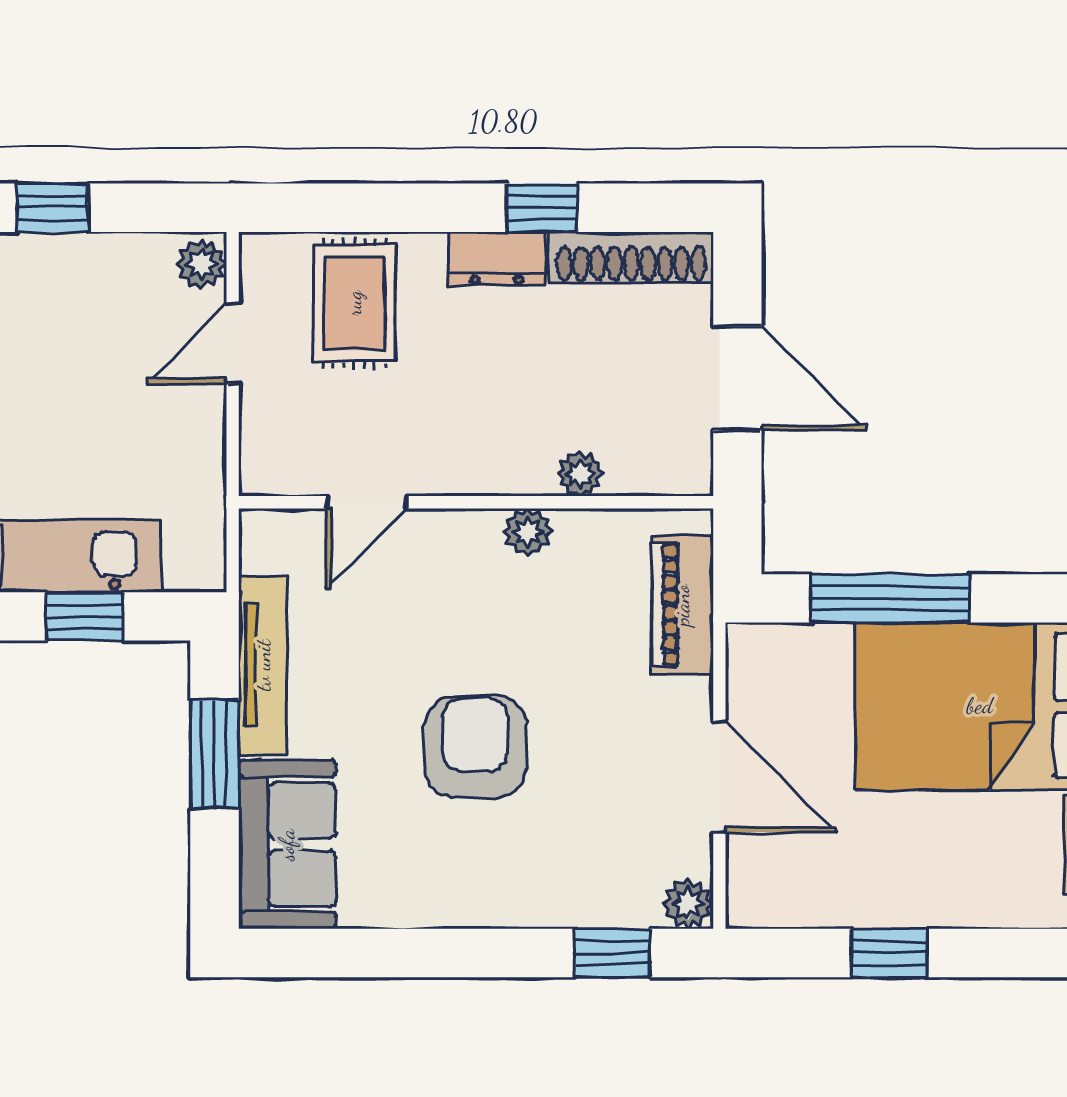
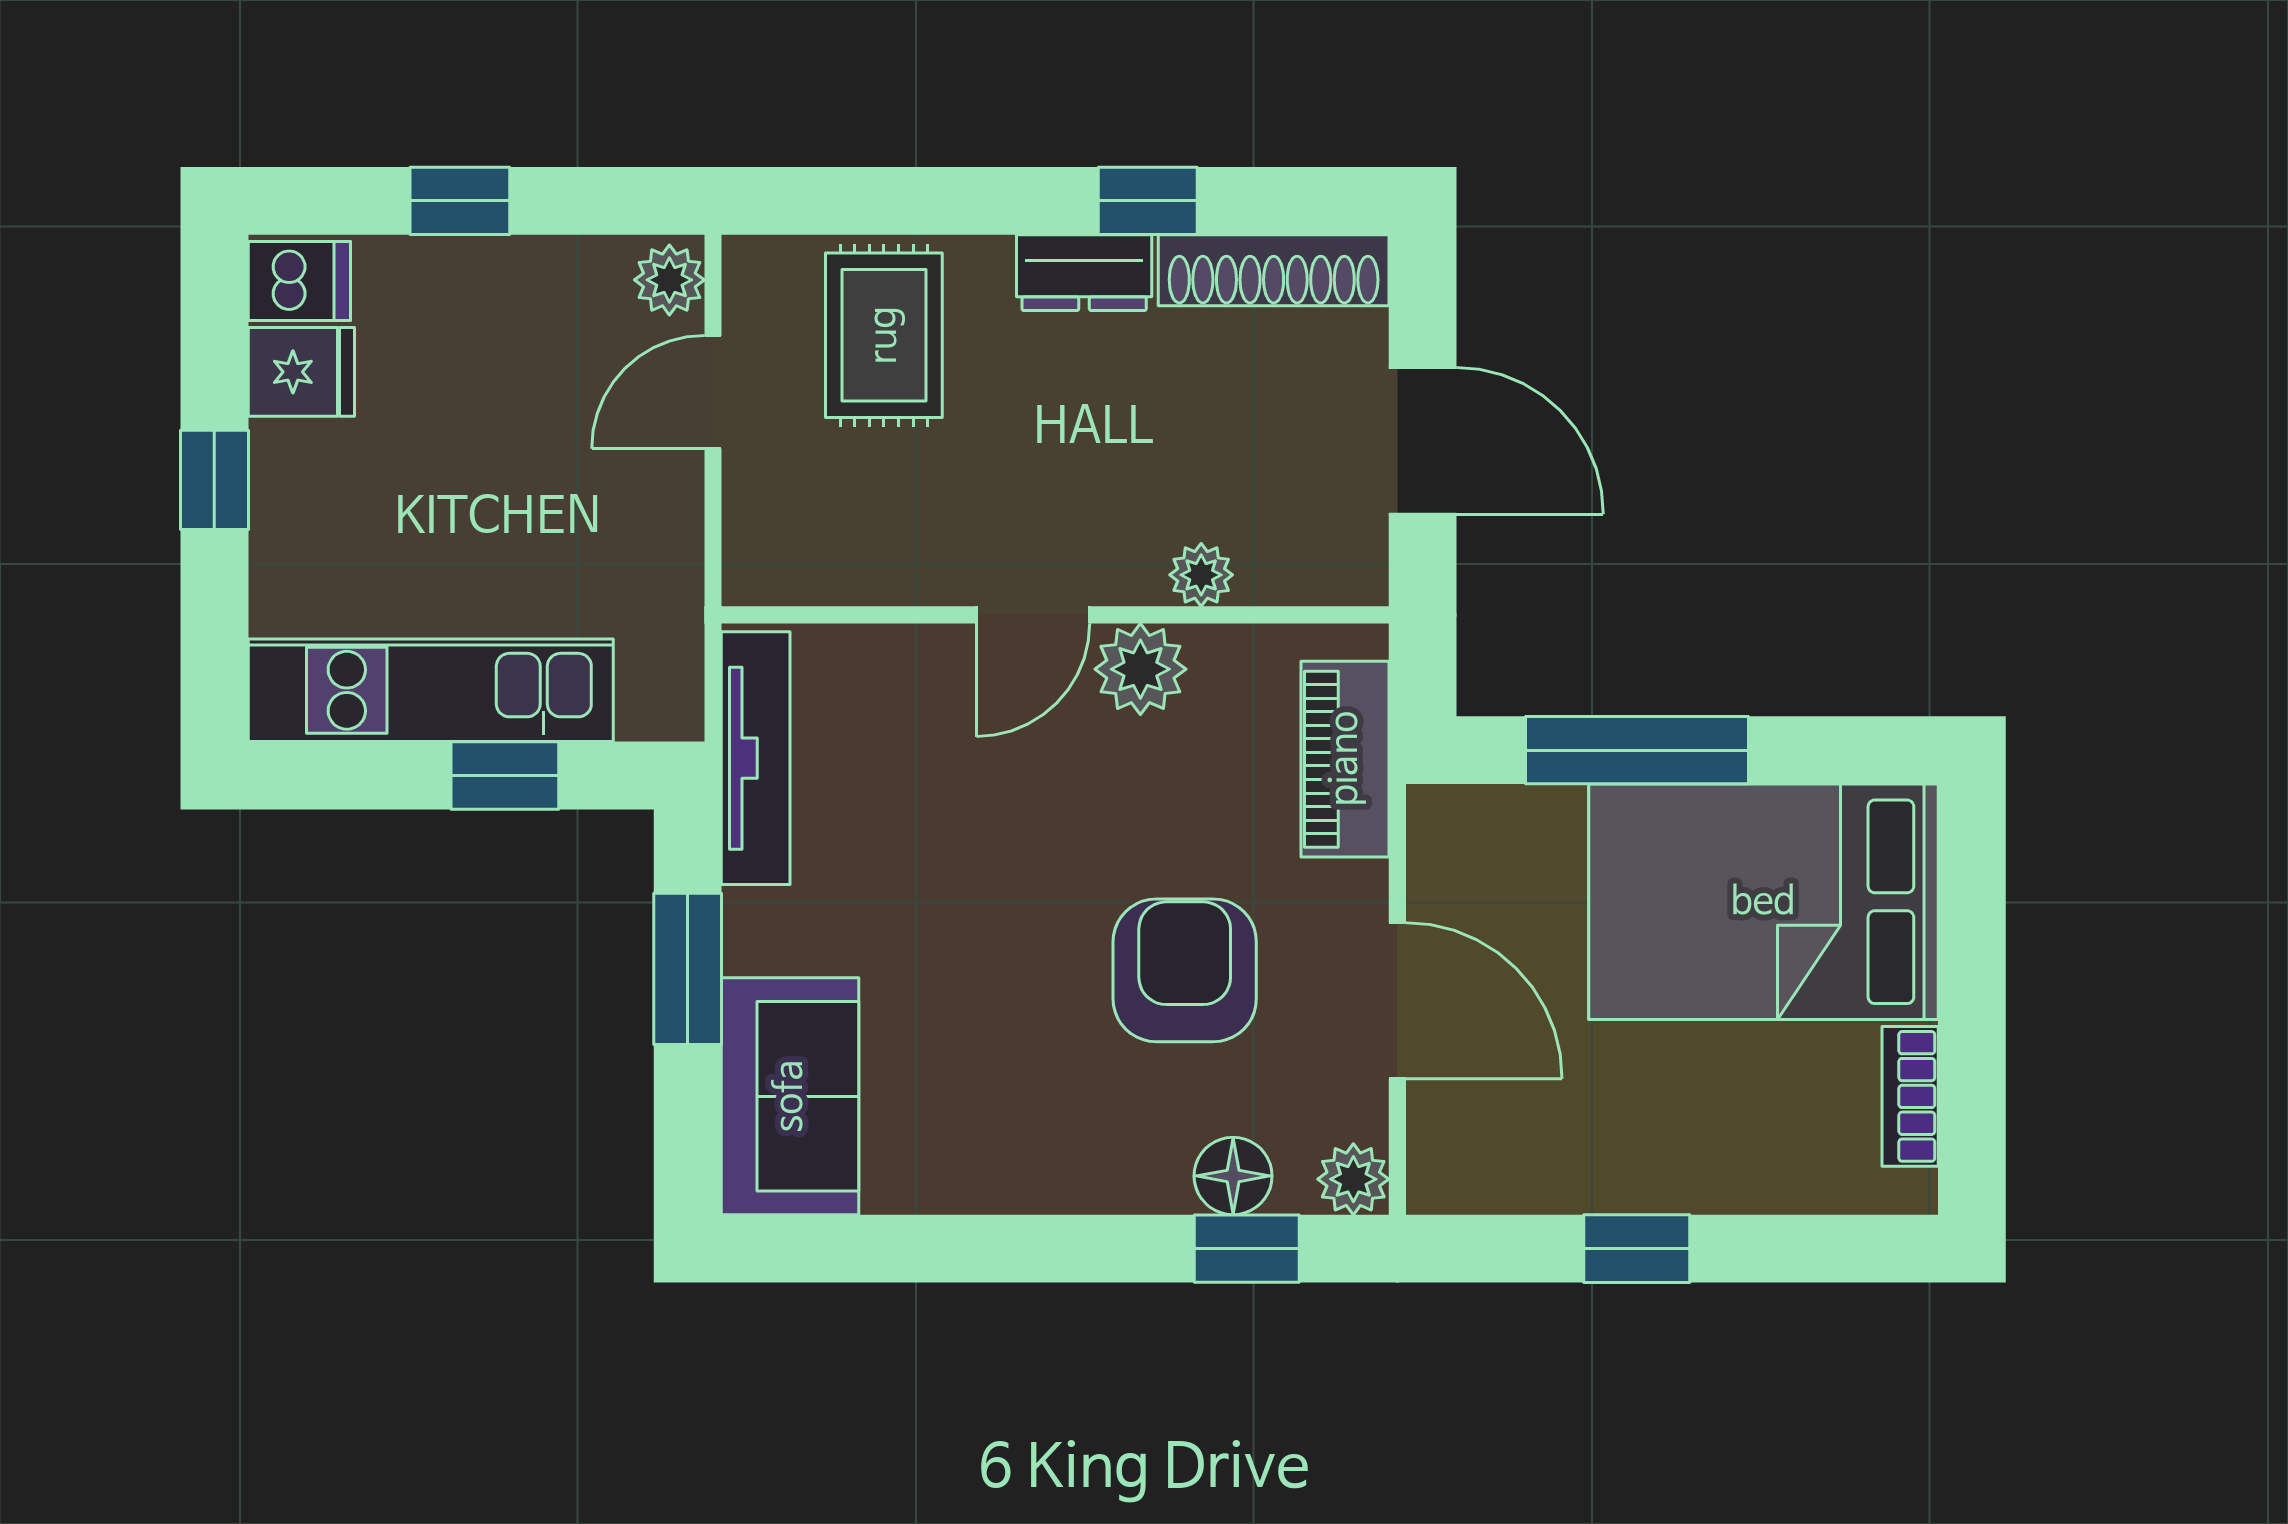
door: (366, 502) -> (1033, 615), moved
plant: (528, 532) -> (1140, 669), width x1.38, depth x1.38
tv unit: (263, 665) -> (756, 758), moved
armchair: (475, 747) -> (1185, 970), moved
floor lamp: (603, 901) -> (1233, 1176), added

